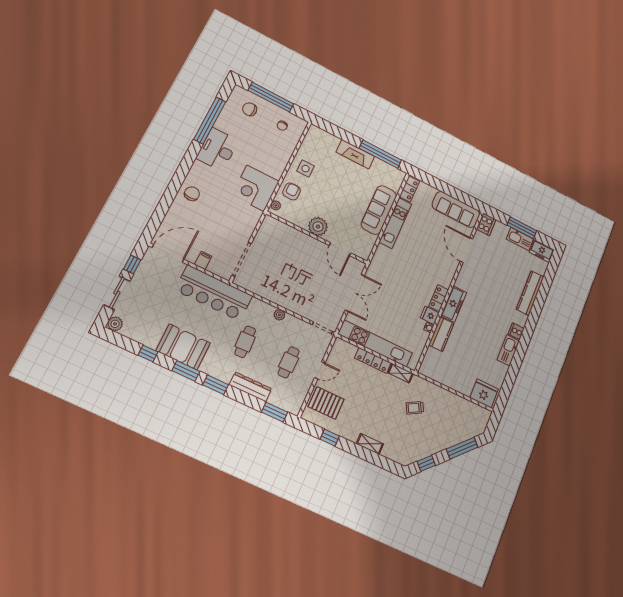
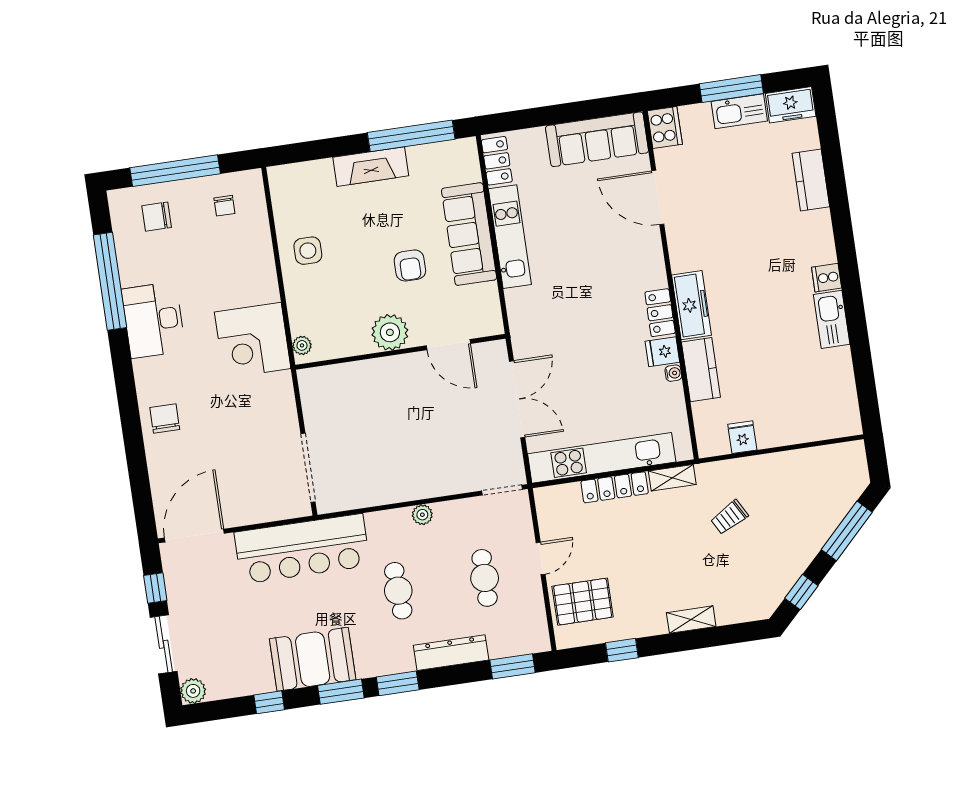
armchair: (292, 191) -> (410, 265), moved, turned 180
filing cabinet: (203, 260) -> (252, 510), removed
kitchen counter: (530, 293) -> (811, 180), width x0.67
fridge: (484, 393) -> (742, 437), moved, width x0.53, depth x0.75

